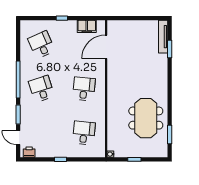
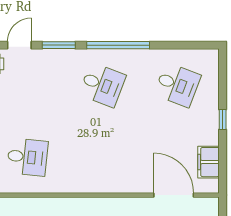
desk: (41, 45) -> (177, 85), turned 45
desk: (41, 89) -> (102, 85), turned 39
desk: (84, 89) -> (102, 157), removed

